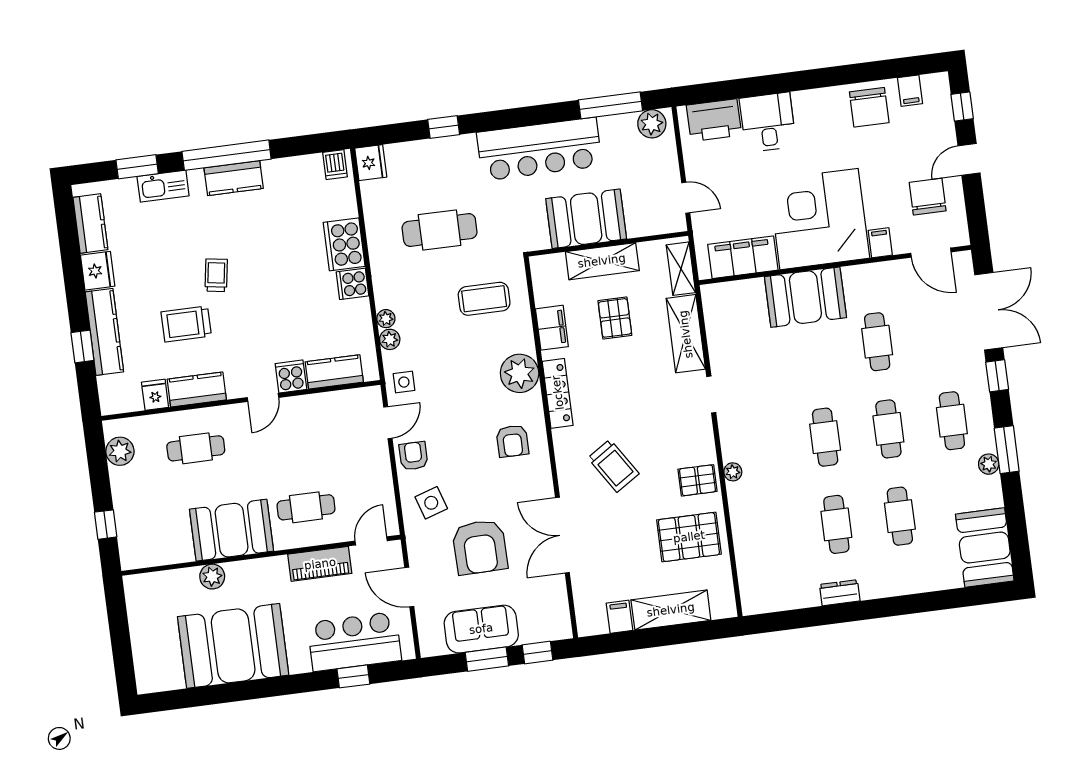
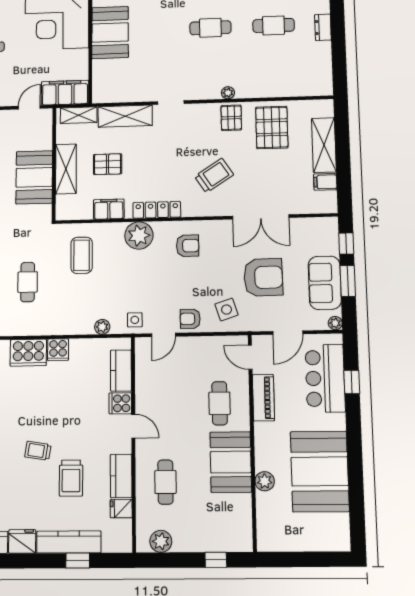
cafe table: (440, 230) -> (28, 282), width x0.73, depth x0.74
filing cabinet: (743, 257) -> (65, 93), moved, turned 90
plant: (386, 319) -> (335, 323), moved
door: (388, 423) -> (163, 335), swing flipped

